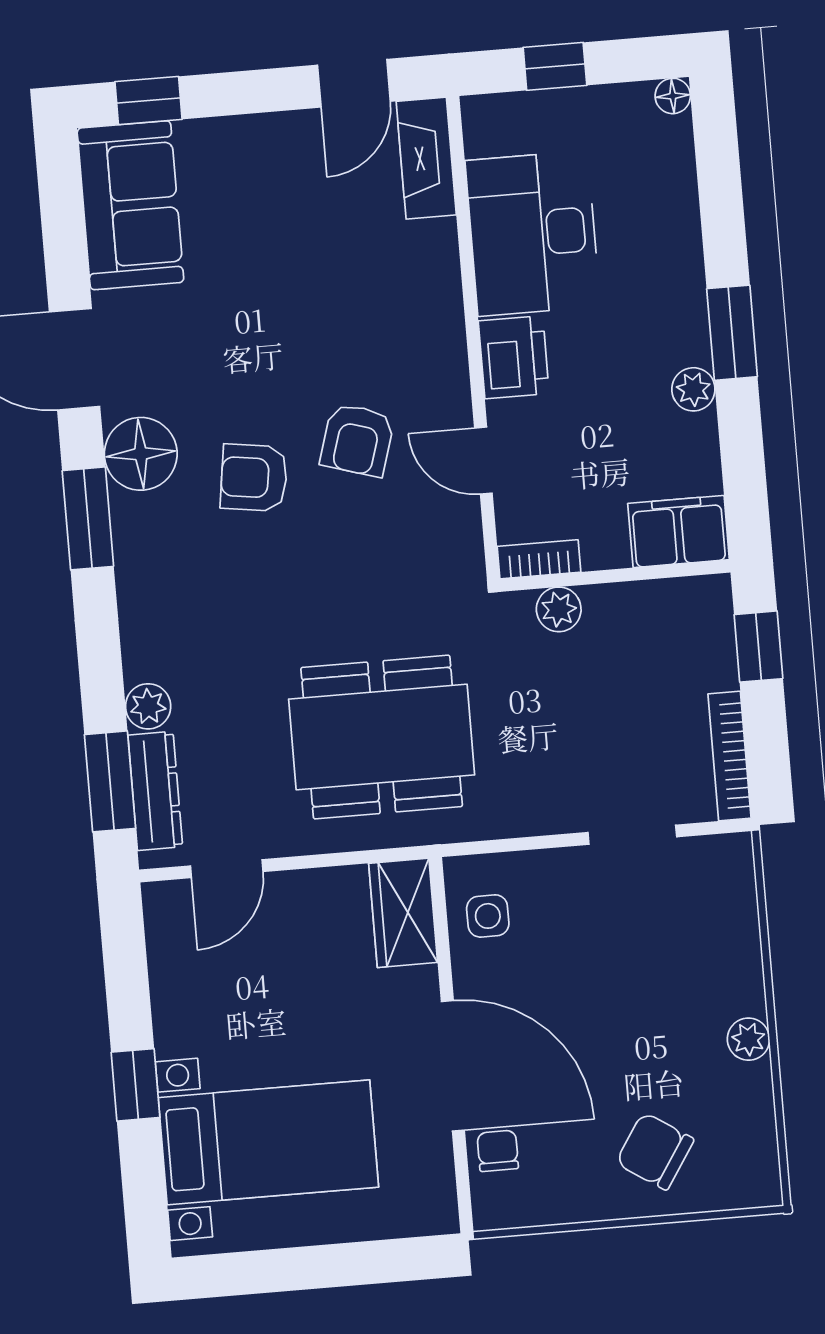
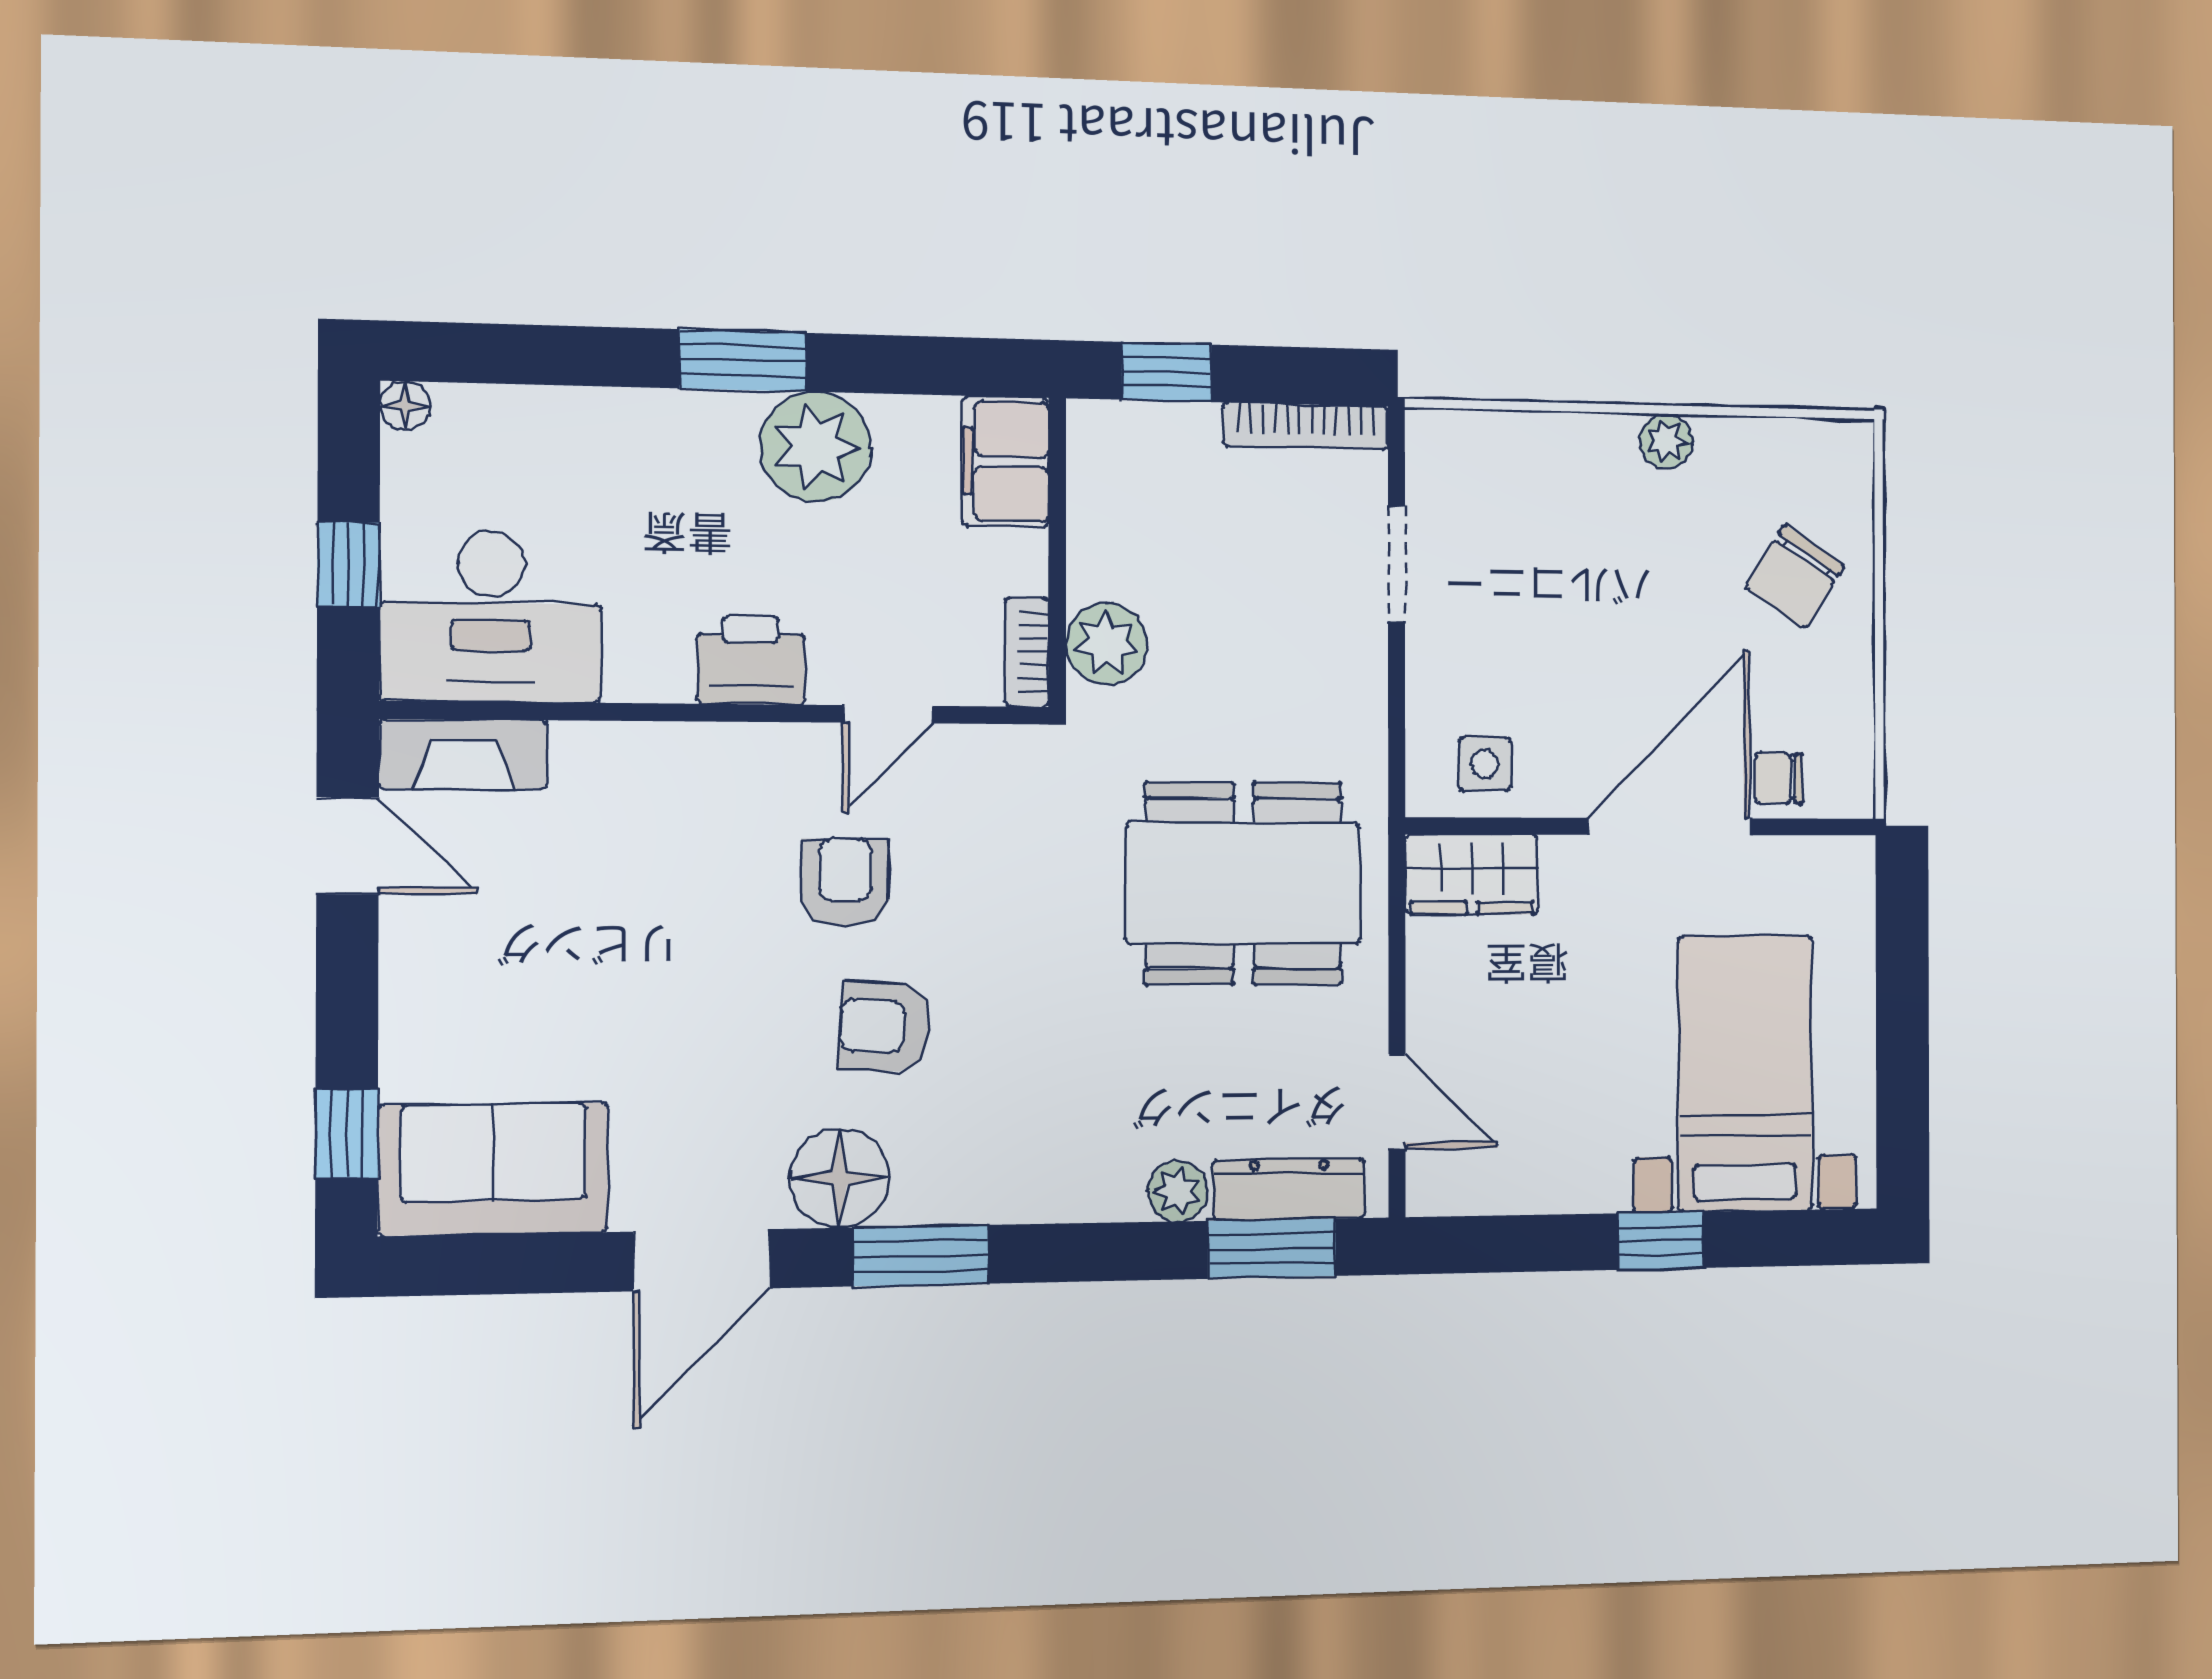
desk: (533, 233) -> (491, 617), moved
plant: (693, 389) -> (816, 447), width x1.87, depth x1.87
armchair: (357, 440) -> (845, 882), turned -107
armchair: (254, 478) -> (885, 1027), turned 86
plant: (559, 609) -> (1107, 644), width x1.38, depth x1.38
dining table: (382, 737) -> (1244, 883), turned 90

